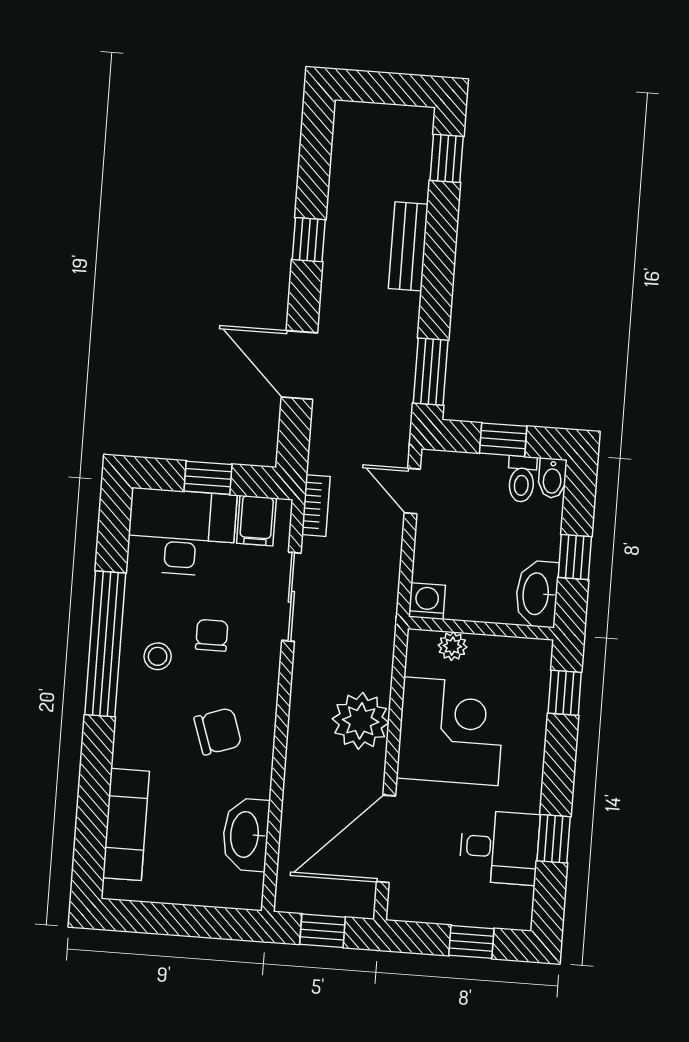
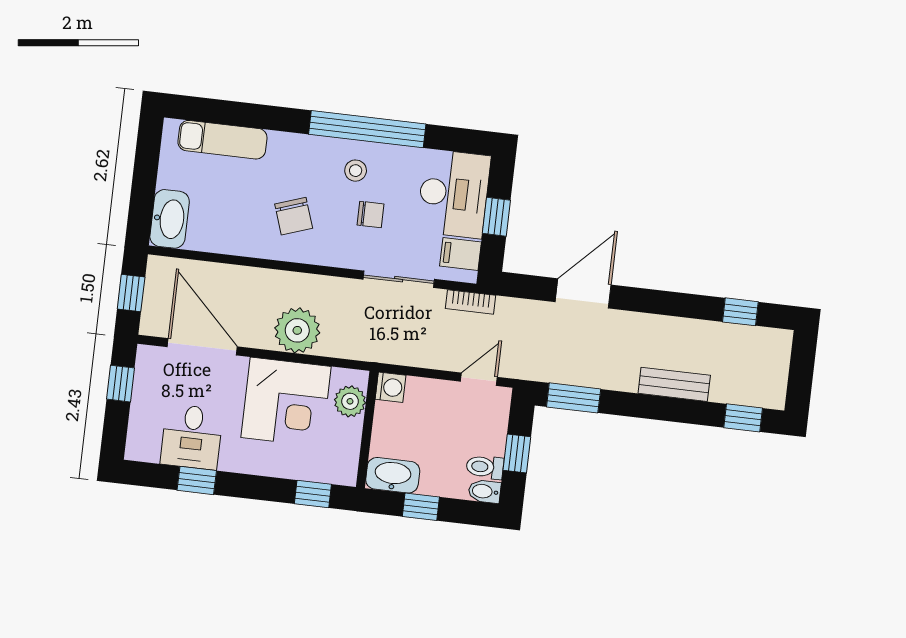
window: (309, 240) -> (740, 312), moved
plant: (452, 646) -> (350, 401), width x1.38, depth x1.38
washbasin: (246, 835) -> (170, 219), moved, turned 90
window: (471, 942) -> (120, 384), moved

